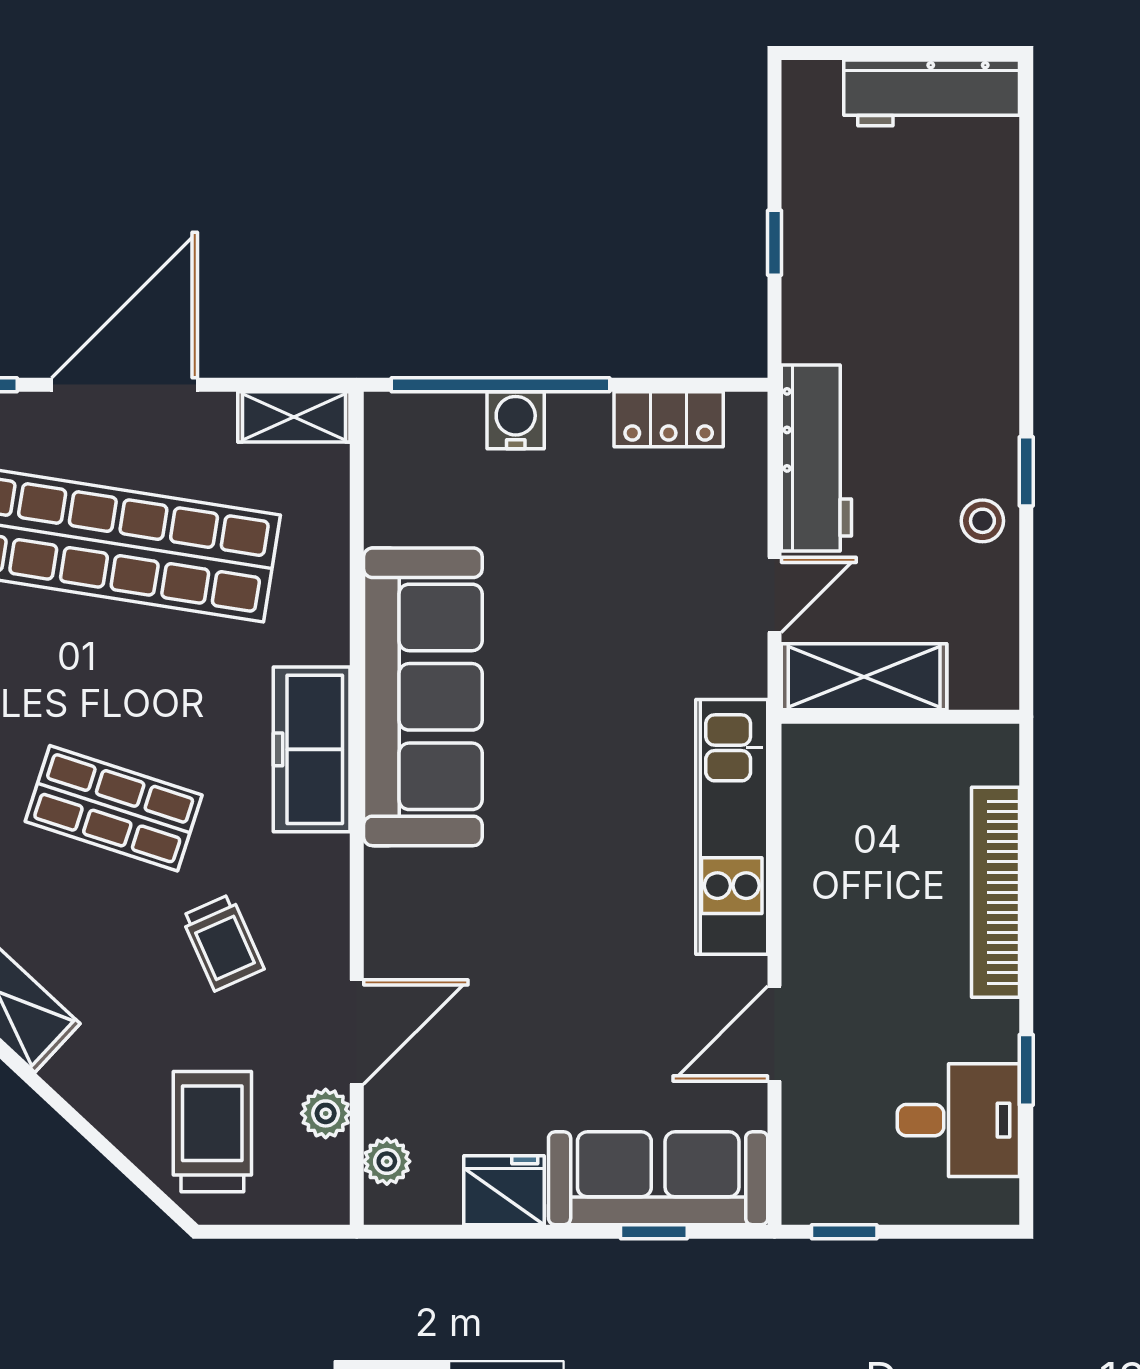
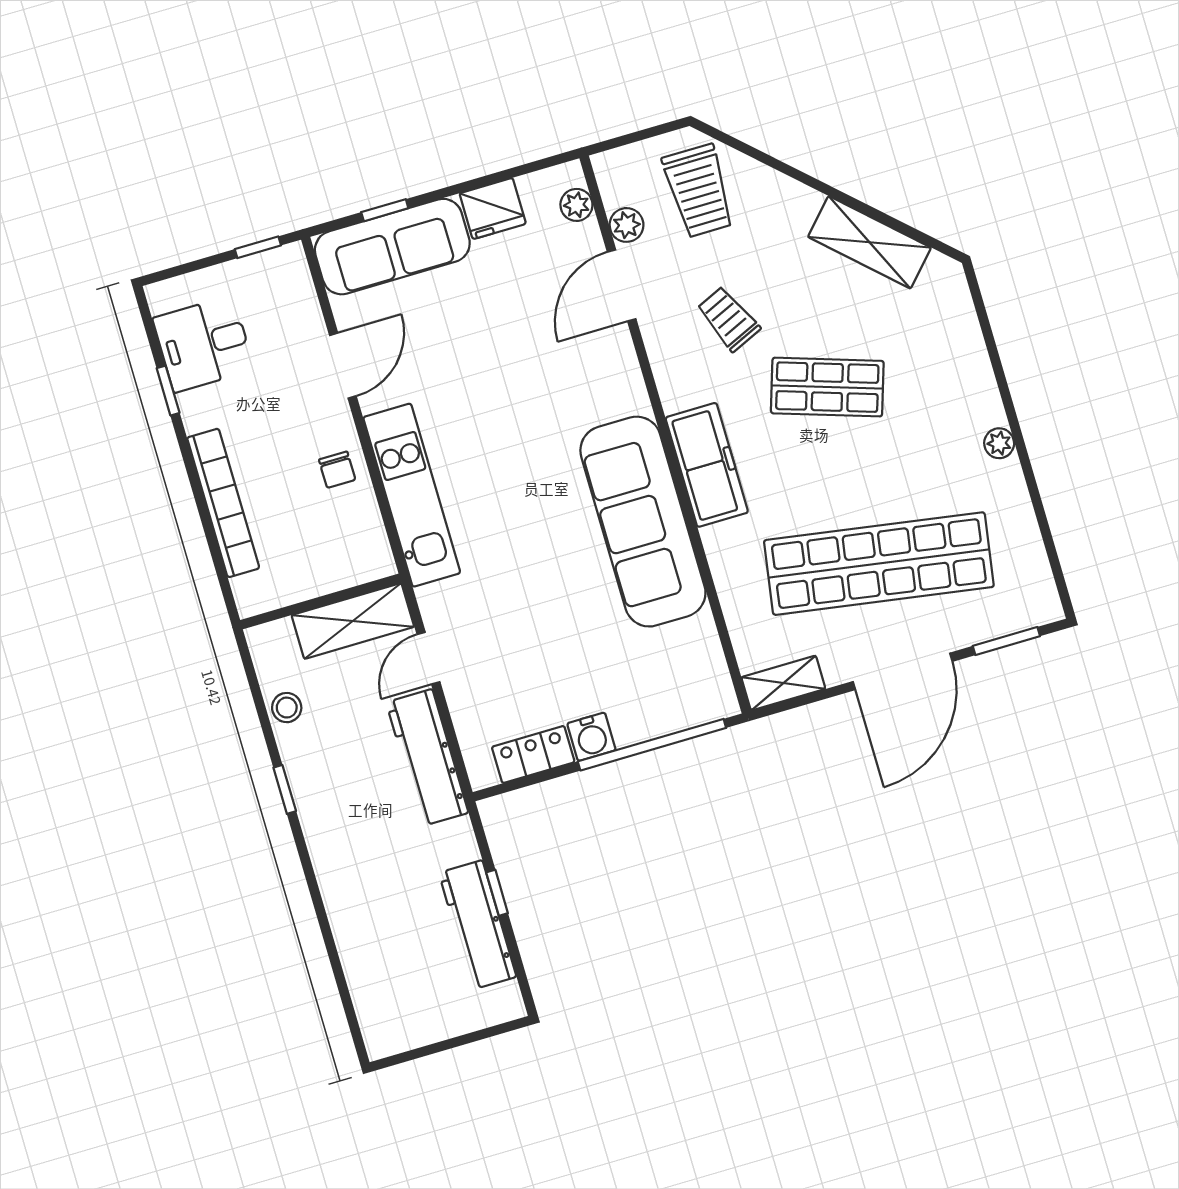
workbench: (932, 93) -> (478, 925), moved, turned -90
water cooler: (516, 420) -> (591, 737), moved
stool: (982, 521) -> (287, 708), moved
chair: (825, 892) -> (337, 470), added

